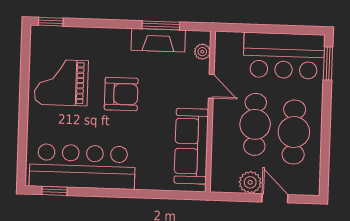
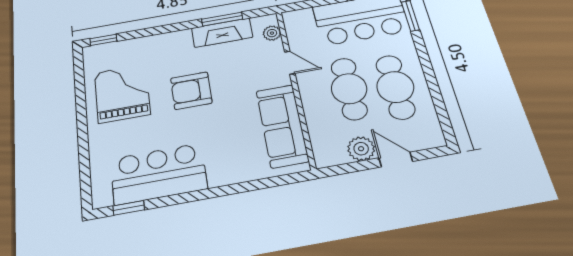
grand piano: (61, 83) -> (122, 93), turned 90
armchair: (121, 94) -> (191, 91), turned 180
bar counter: (82, 167) -> (159, 174), width x0.73

